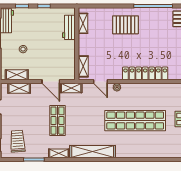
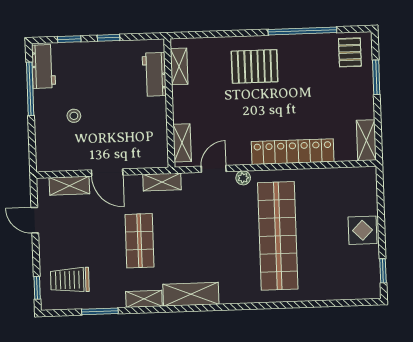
shelving: (17, 75) -> (64, 162), removed
door: (51, 82) -> (107, 173), moved
door: (101, 82) -> (214, 169), swing flipped
shop shelf: (135, 121) -> (278, 236), turned 90
trolley: (18, 141) -> (70, 280), turned -86
shelving: (93, 152) -> (191, 294), width x0.68

